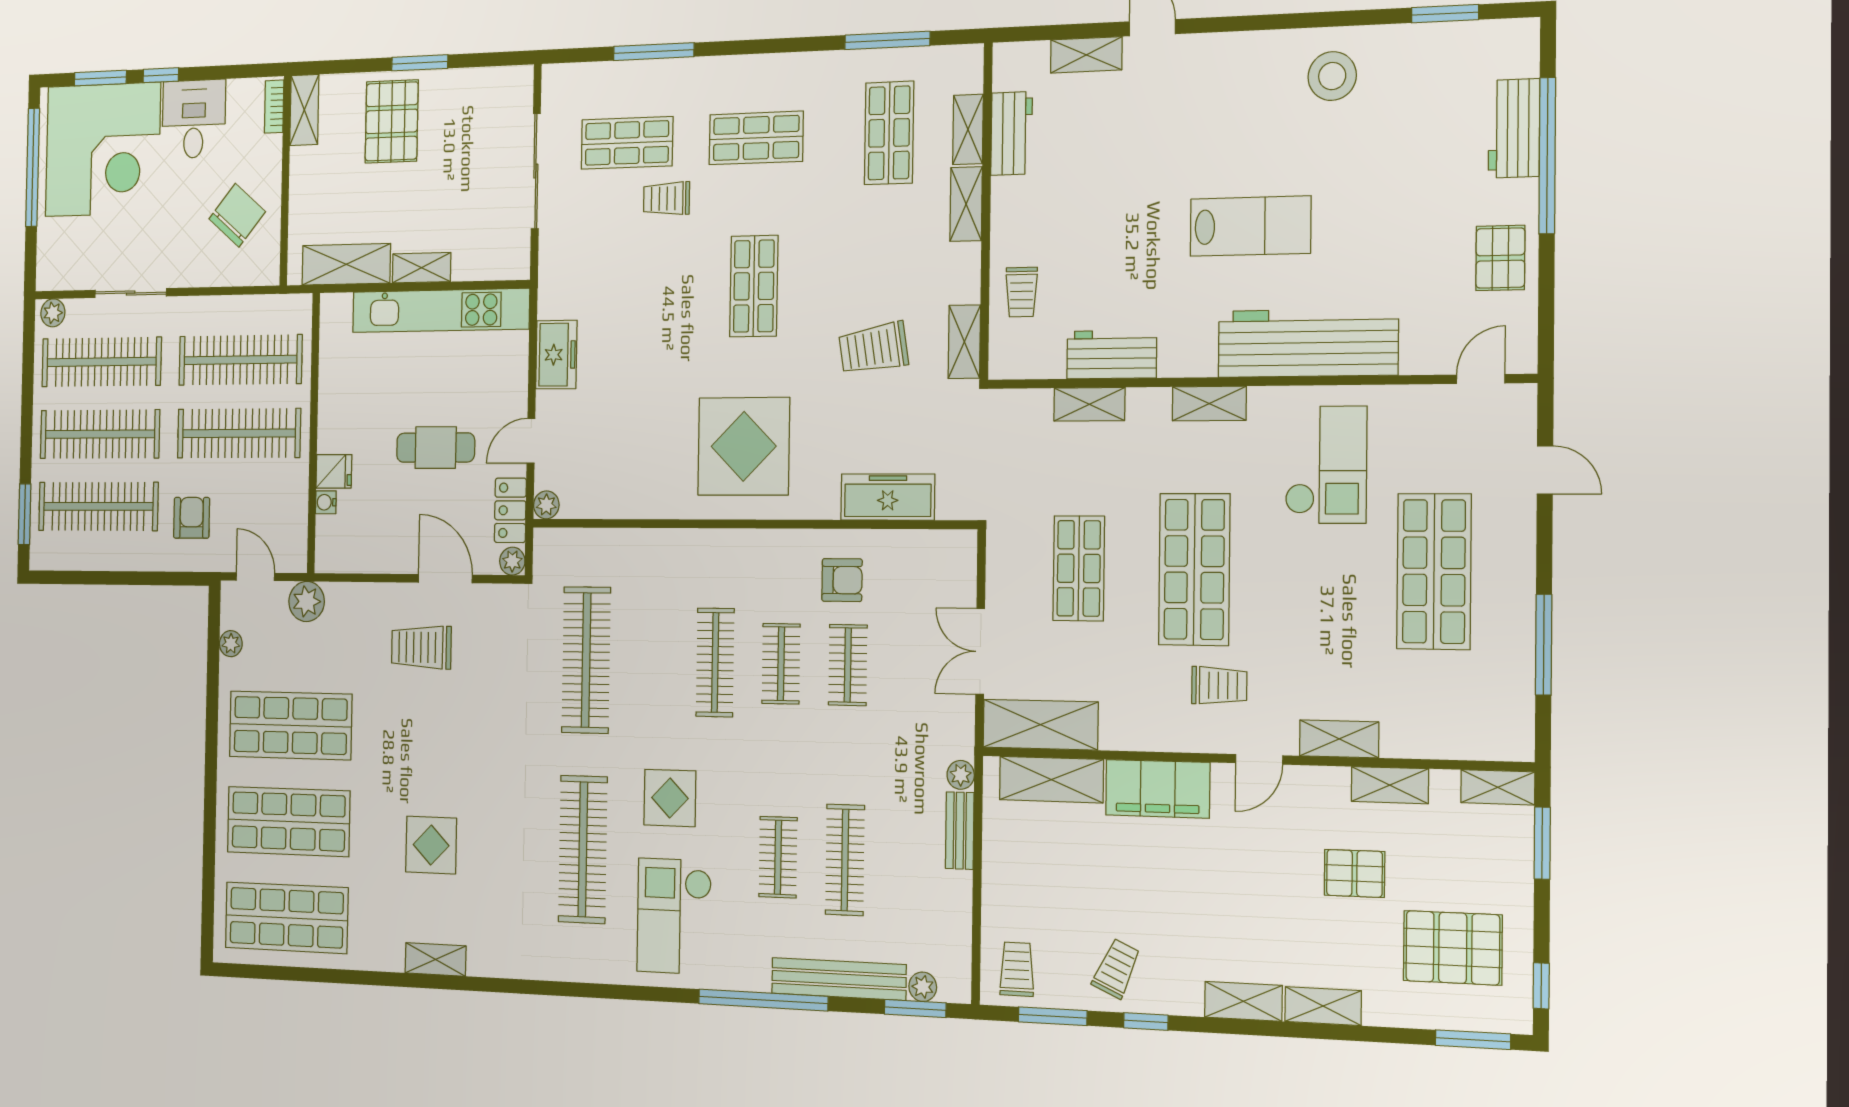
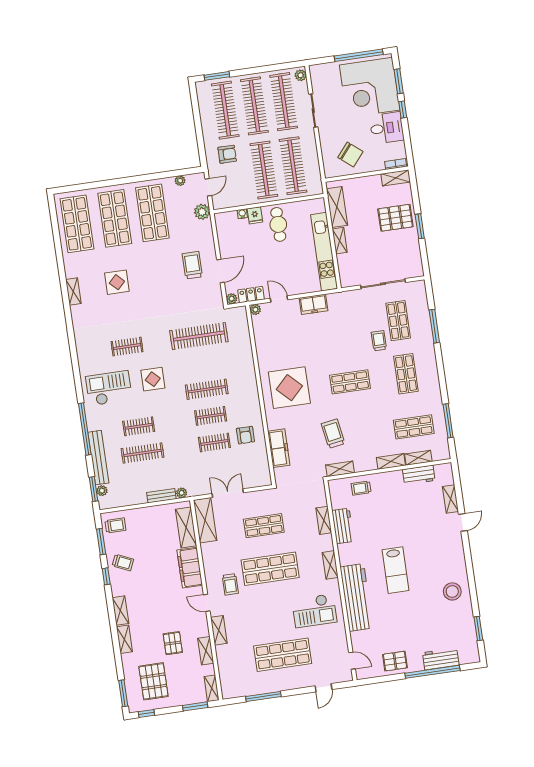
cafe table: (436, 448) -> (278, 224), moved
clothes rail: (583, 849) -> (127, 347), width x0.54, depth x0.76

